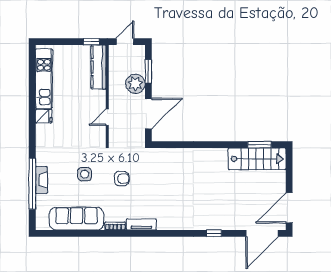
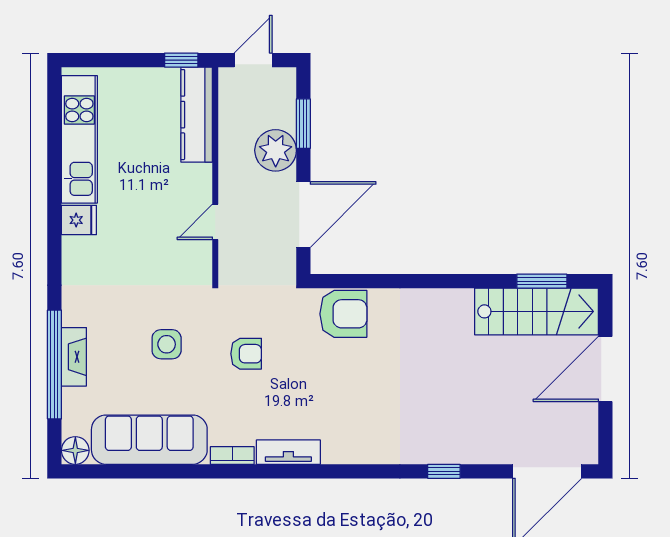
armchair: (167, 160) -> (343, 314), added
door: (289, 208) -> (605, 369), moved
floor lamp: (42, 224) -> (75, 450), added

